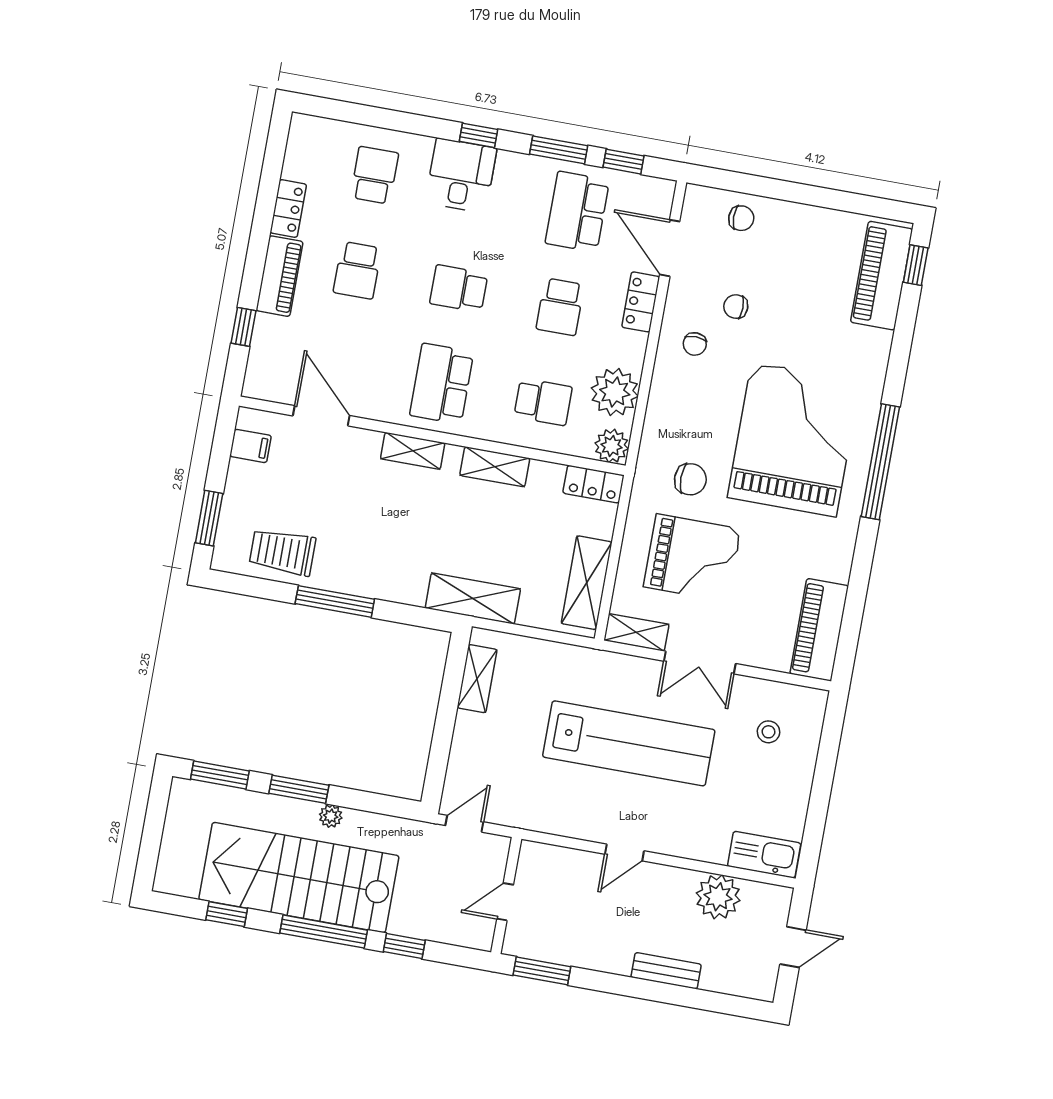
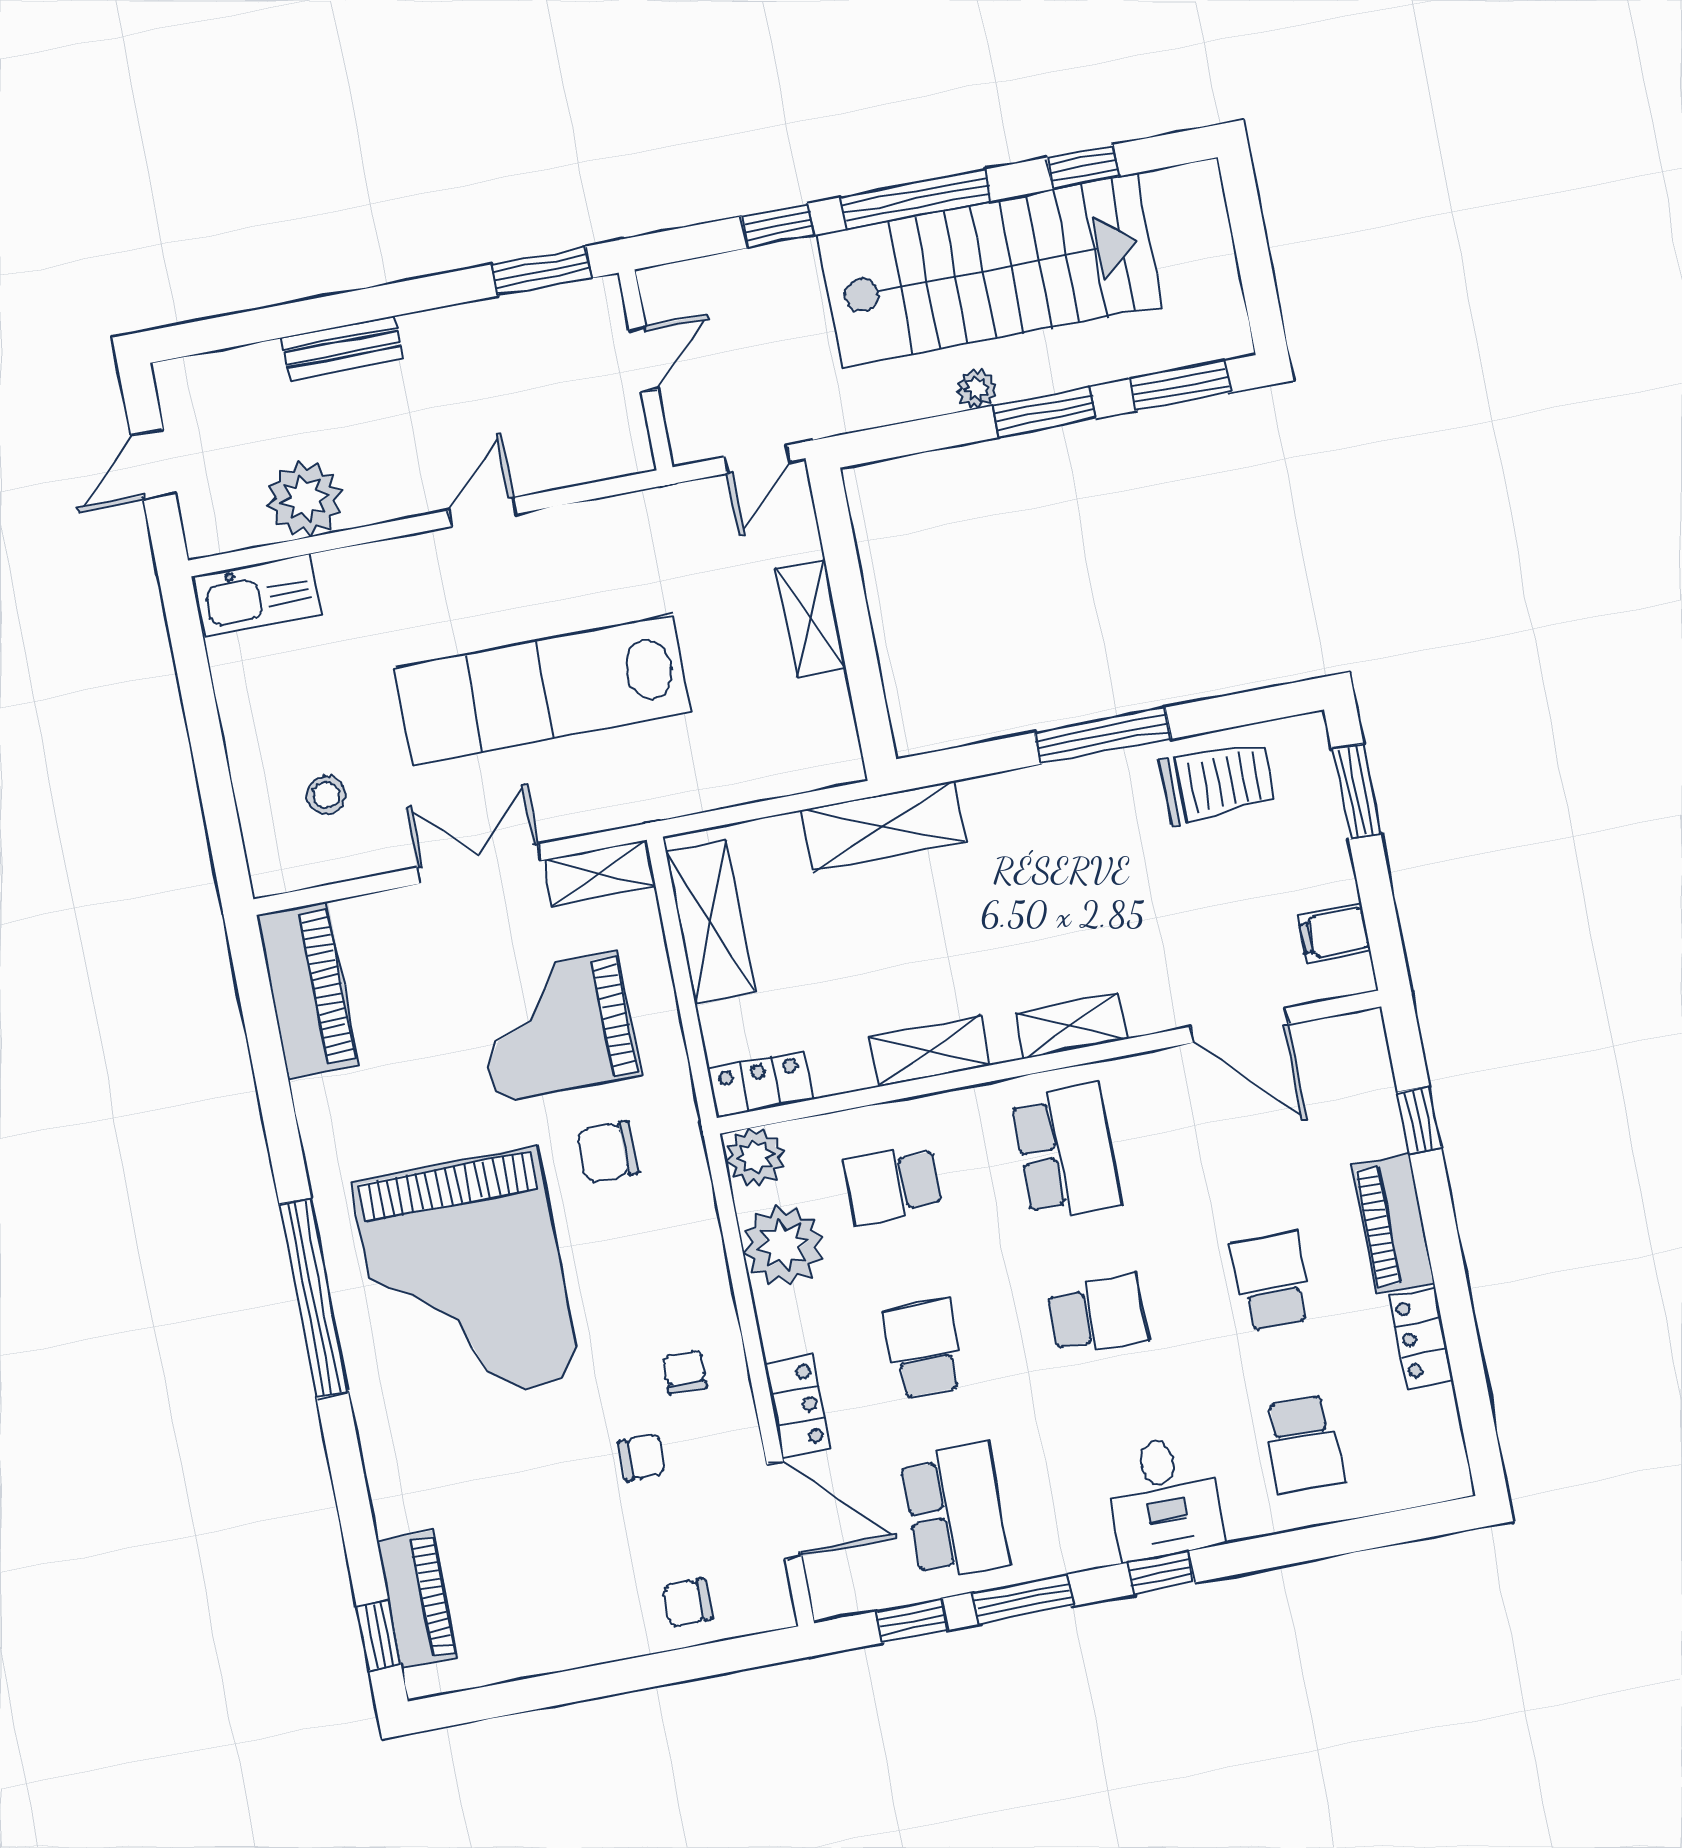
piano: (882, 276) -> (418, 1599), width x0.73, depth x0.75
shelving: (477, 679) -> (811, 619), moved

